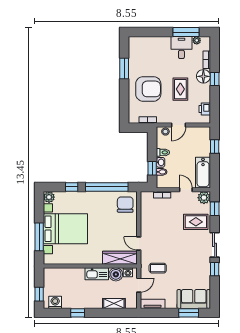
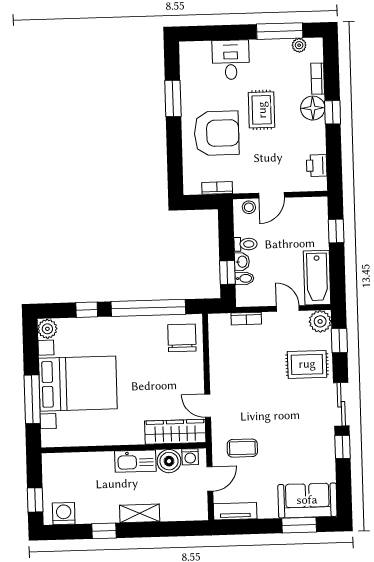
desk: (181, 48) -> (231, 60), moved
rug: (180, 89) -> (262, 110), moved
shelving: (114, 304) -> (140, 513), moved

